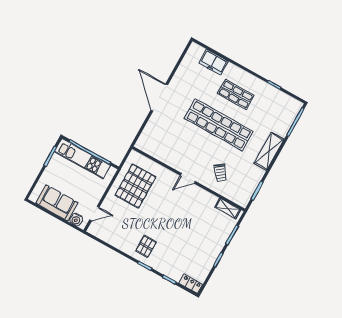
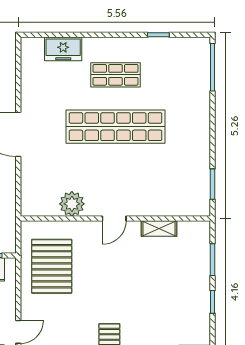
shelving: (269, 151) -> (200, 125), removed
plant: (168, 156) -> (72, 204), added
trolley: (220, 173) -> (152, 187), removed
shelving: (228, 208) -> (159, 229), moved

